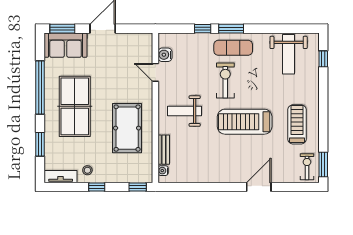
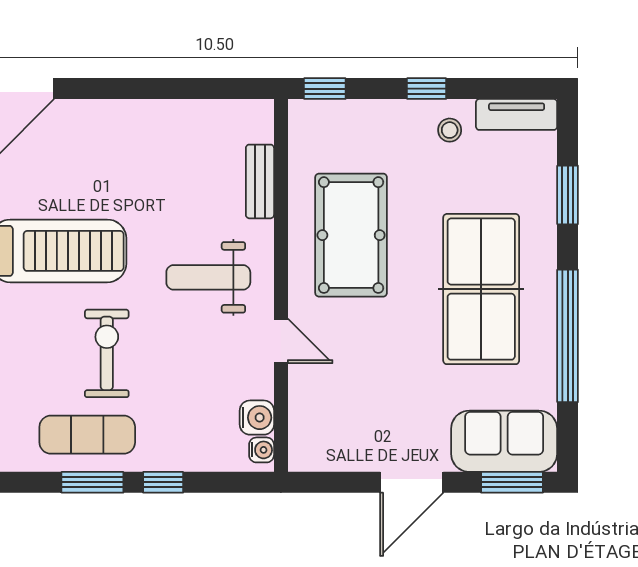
door: (155, 72) -> (281, 341), moved
exercise bike: (225, 80) -> (107, 353), turned 180
weight bench: (184, 111) -> (208, 277), turned 180
water cooler: (163, 171) -> (262, 450), moved

